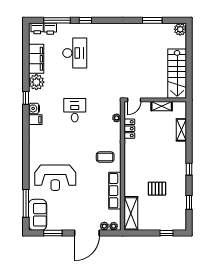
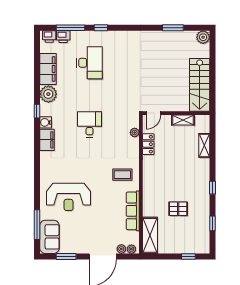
filing cabinet: (35, 120) -> (47, 140), width x2.00

